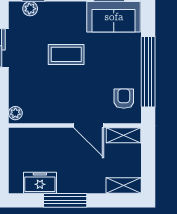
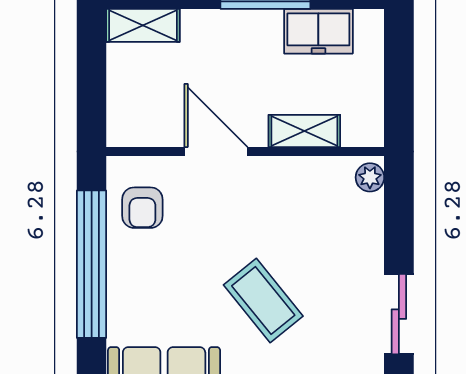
coffee table: (66, 54) -> (263, 300), turned 51
shelving: (123, 135) -> (304, 131), moved

